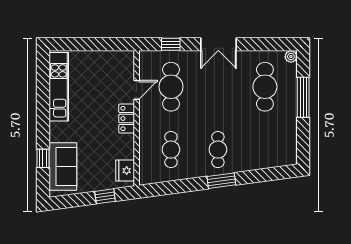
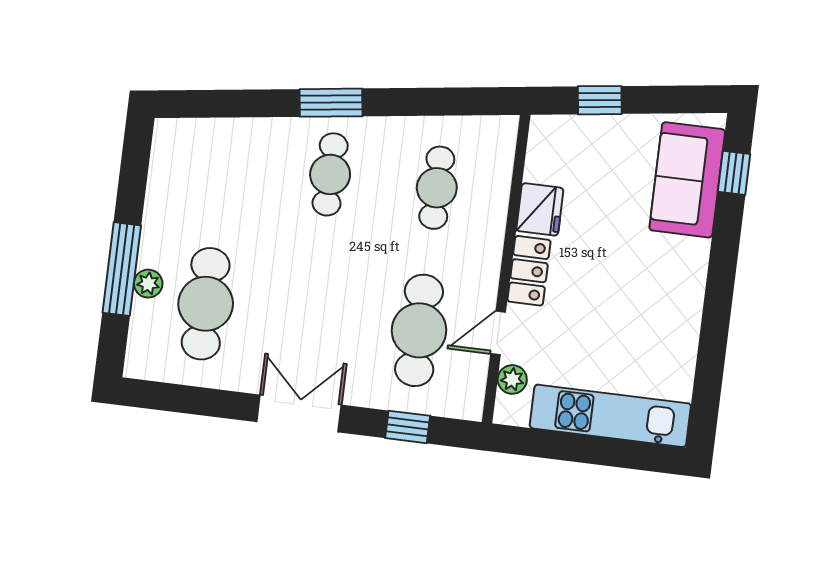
plant: (291, 57) -> (148, 284), moved
plant: (128, 70) -> (512, 379), added
kitchen unit: (59, 87) -> (610, 416), moved, turned 90
window: (43, 158) -> (734, 173), moved
fridge: (125, 171) -> (540, 209), moved

